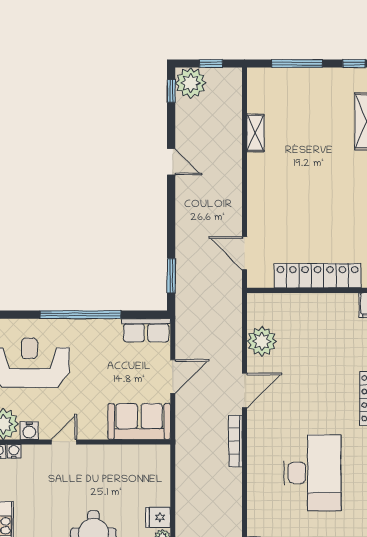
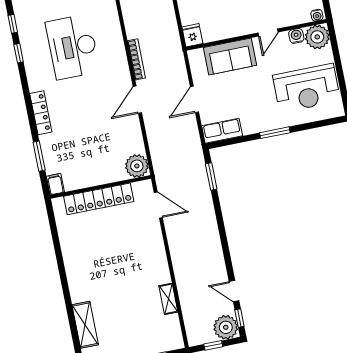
door: (171, 162) -> (234, 291), moved
window: (80, 315) -> (275, 133), width x0.47
plant: (262, 341) -> (137, 166), moved
sofa: (139, 421) -> (230, 56), moved
water cooler: (14, 451) -> (305, 18), removed
fridge: (159, 457) -> (192, 35), added

